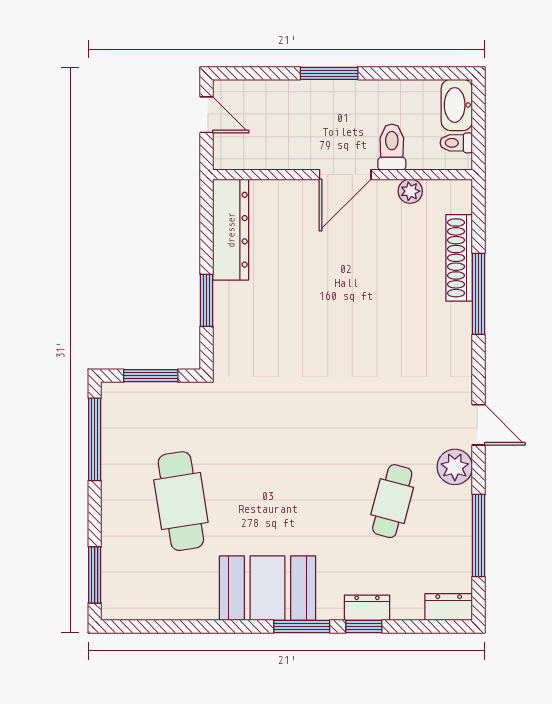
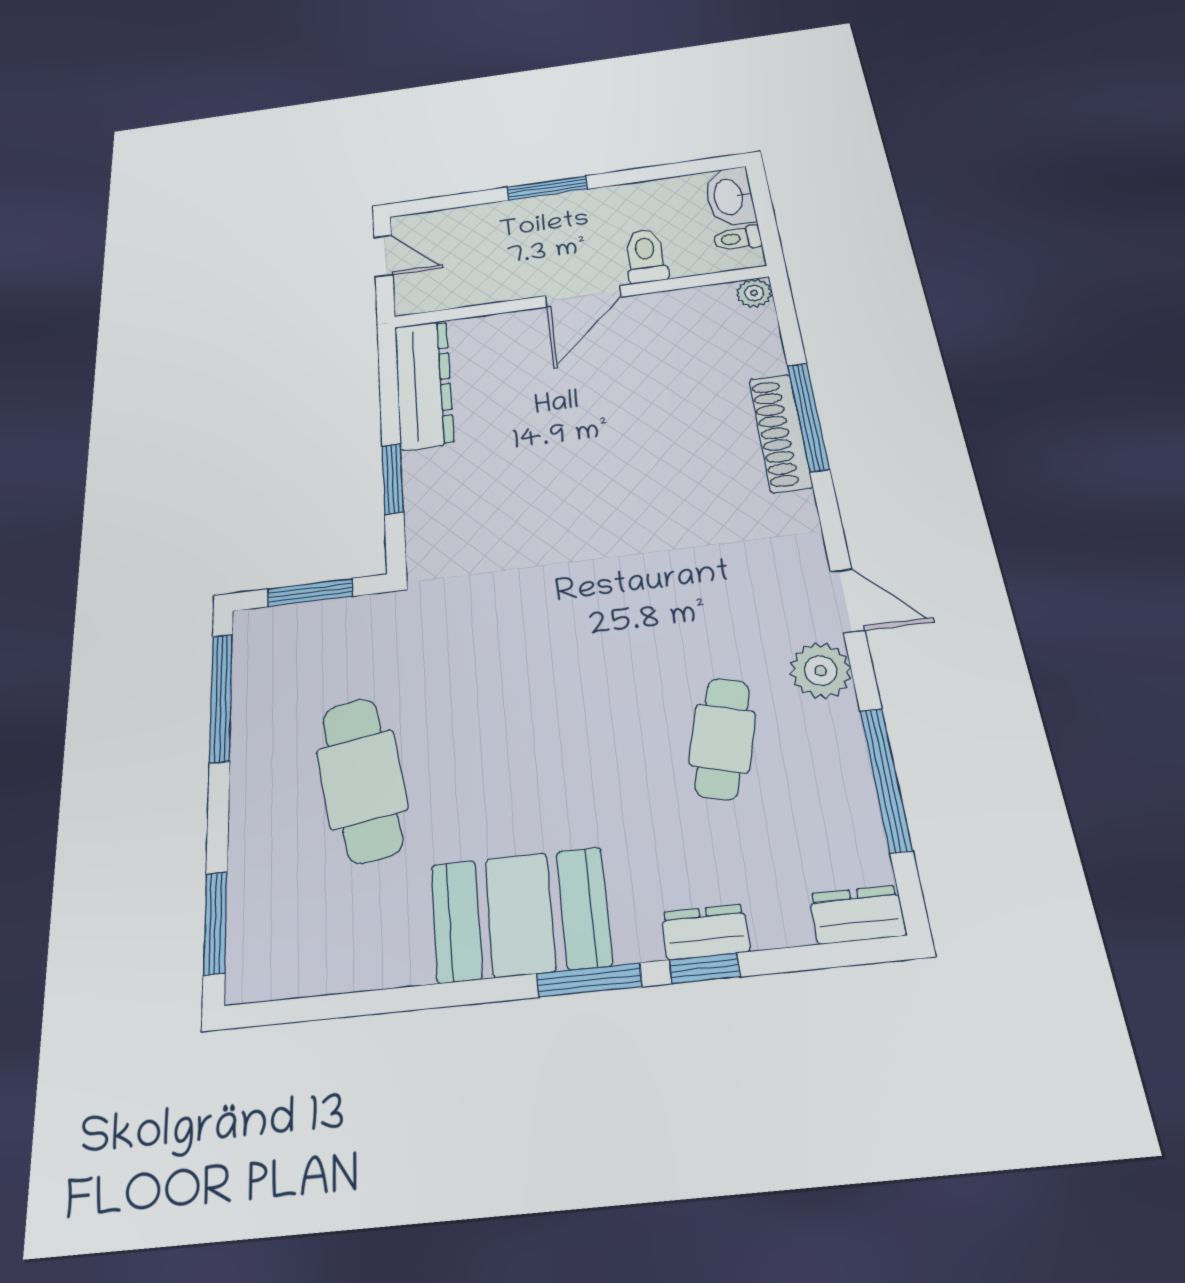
plant: (410, 191) -> (754, 293), moved
shoe rack: (459, 258) -> (780, 433), moved

